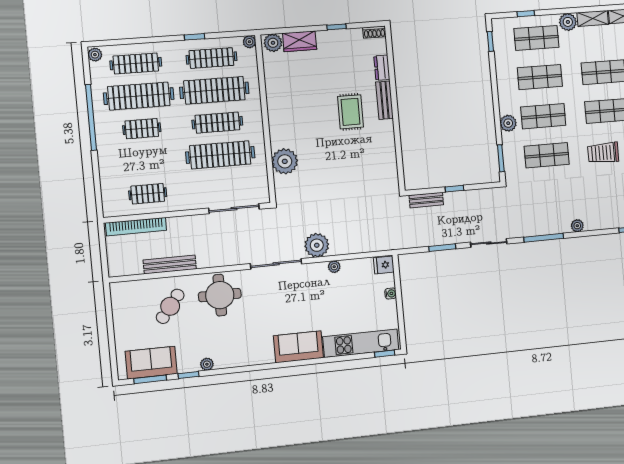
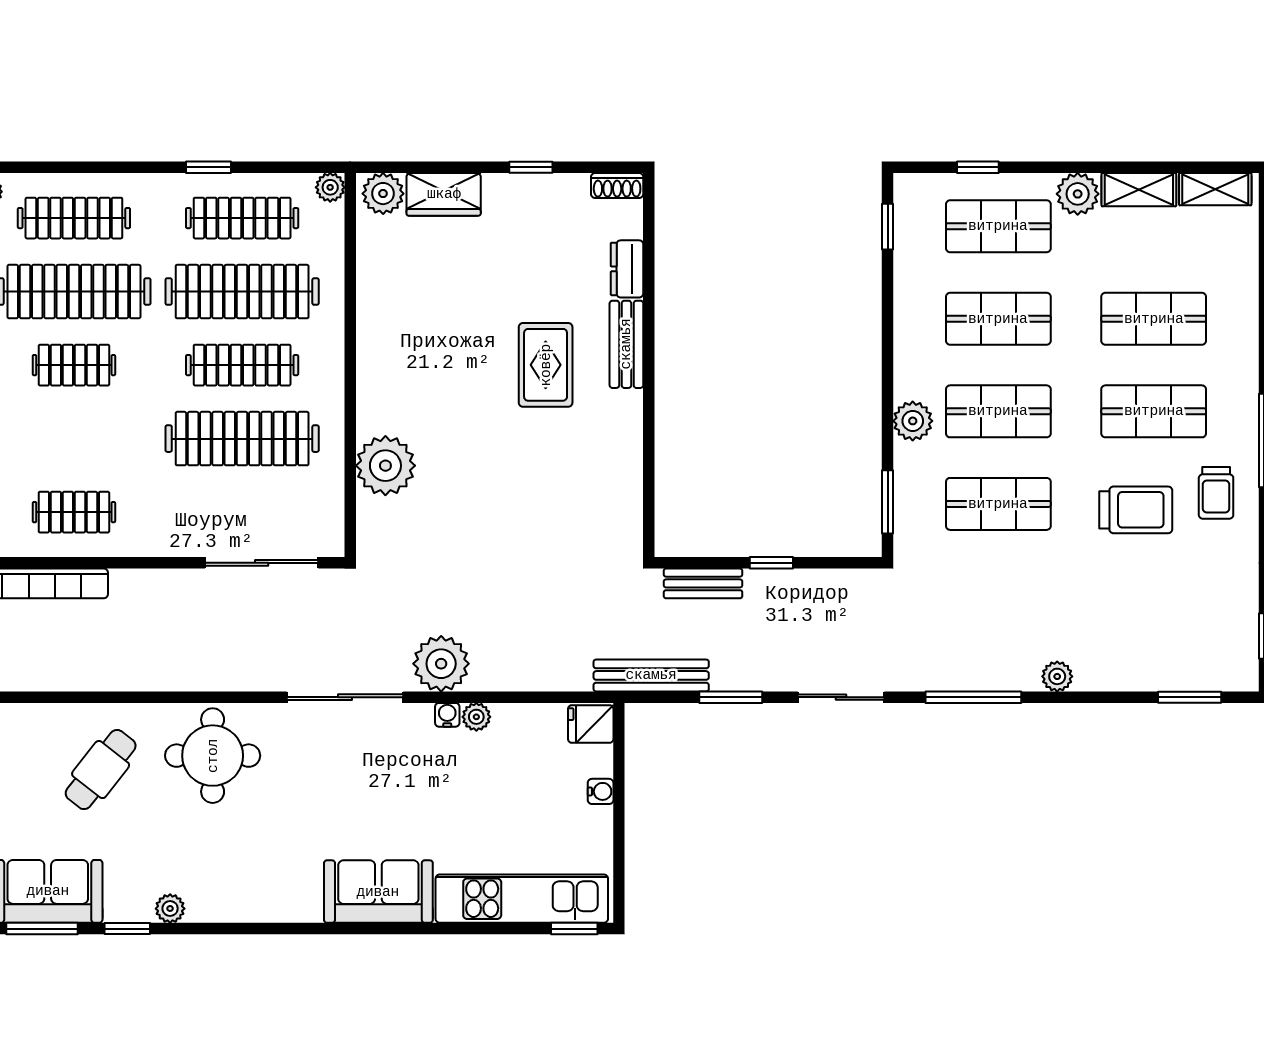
trolley: (603, 153) -> (1136, 510), turned 180
bench: (170, 264) -> (651, 675), moved
water cooler: (321, 267) -> (447, 715), added

